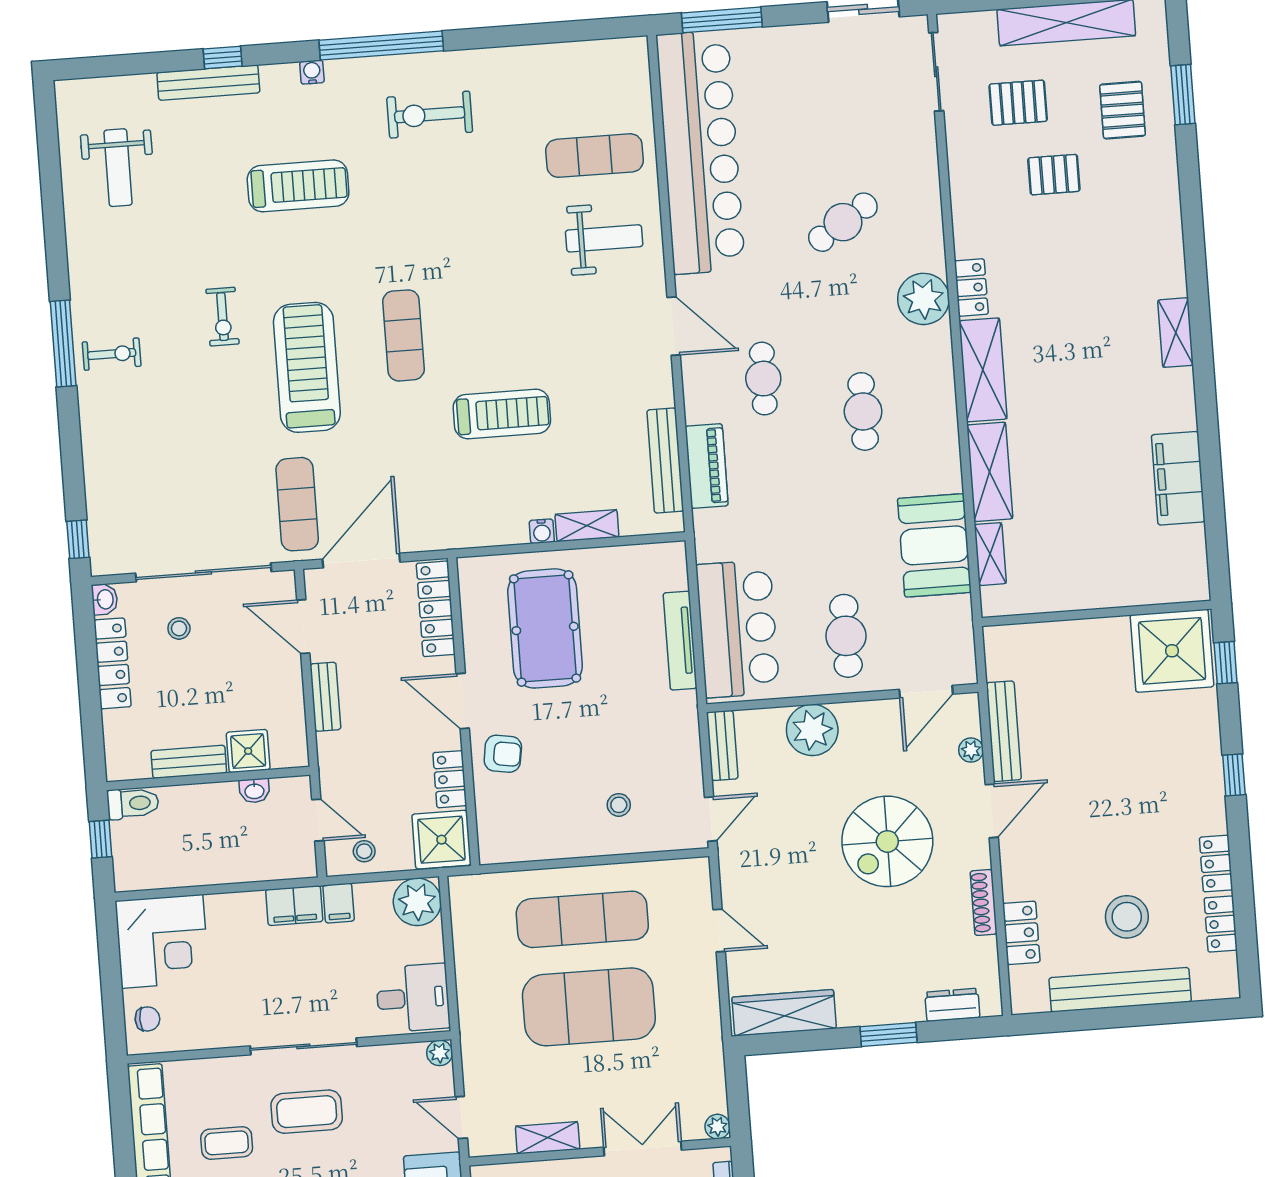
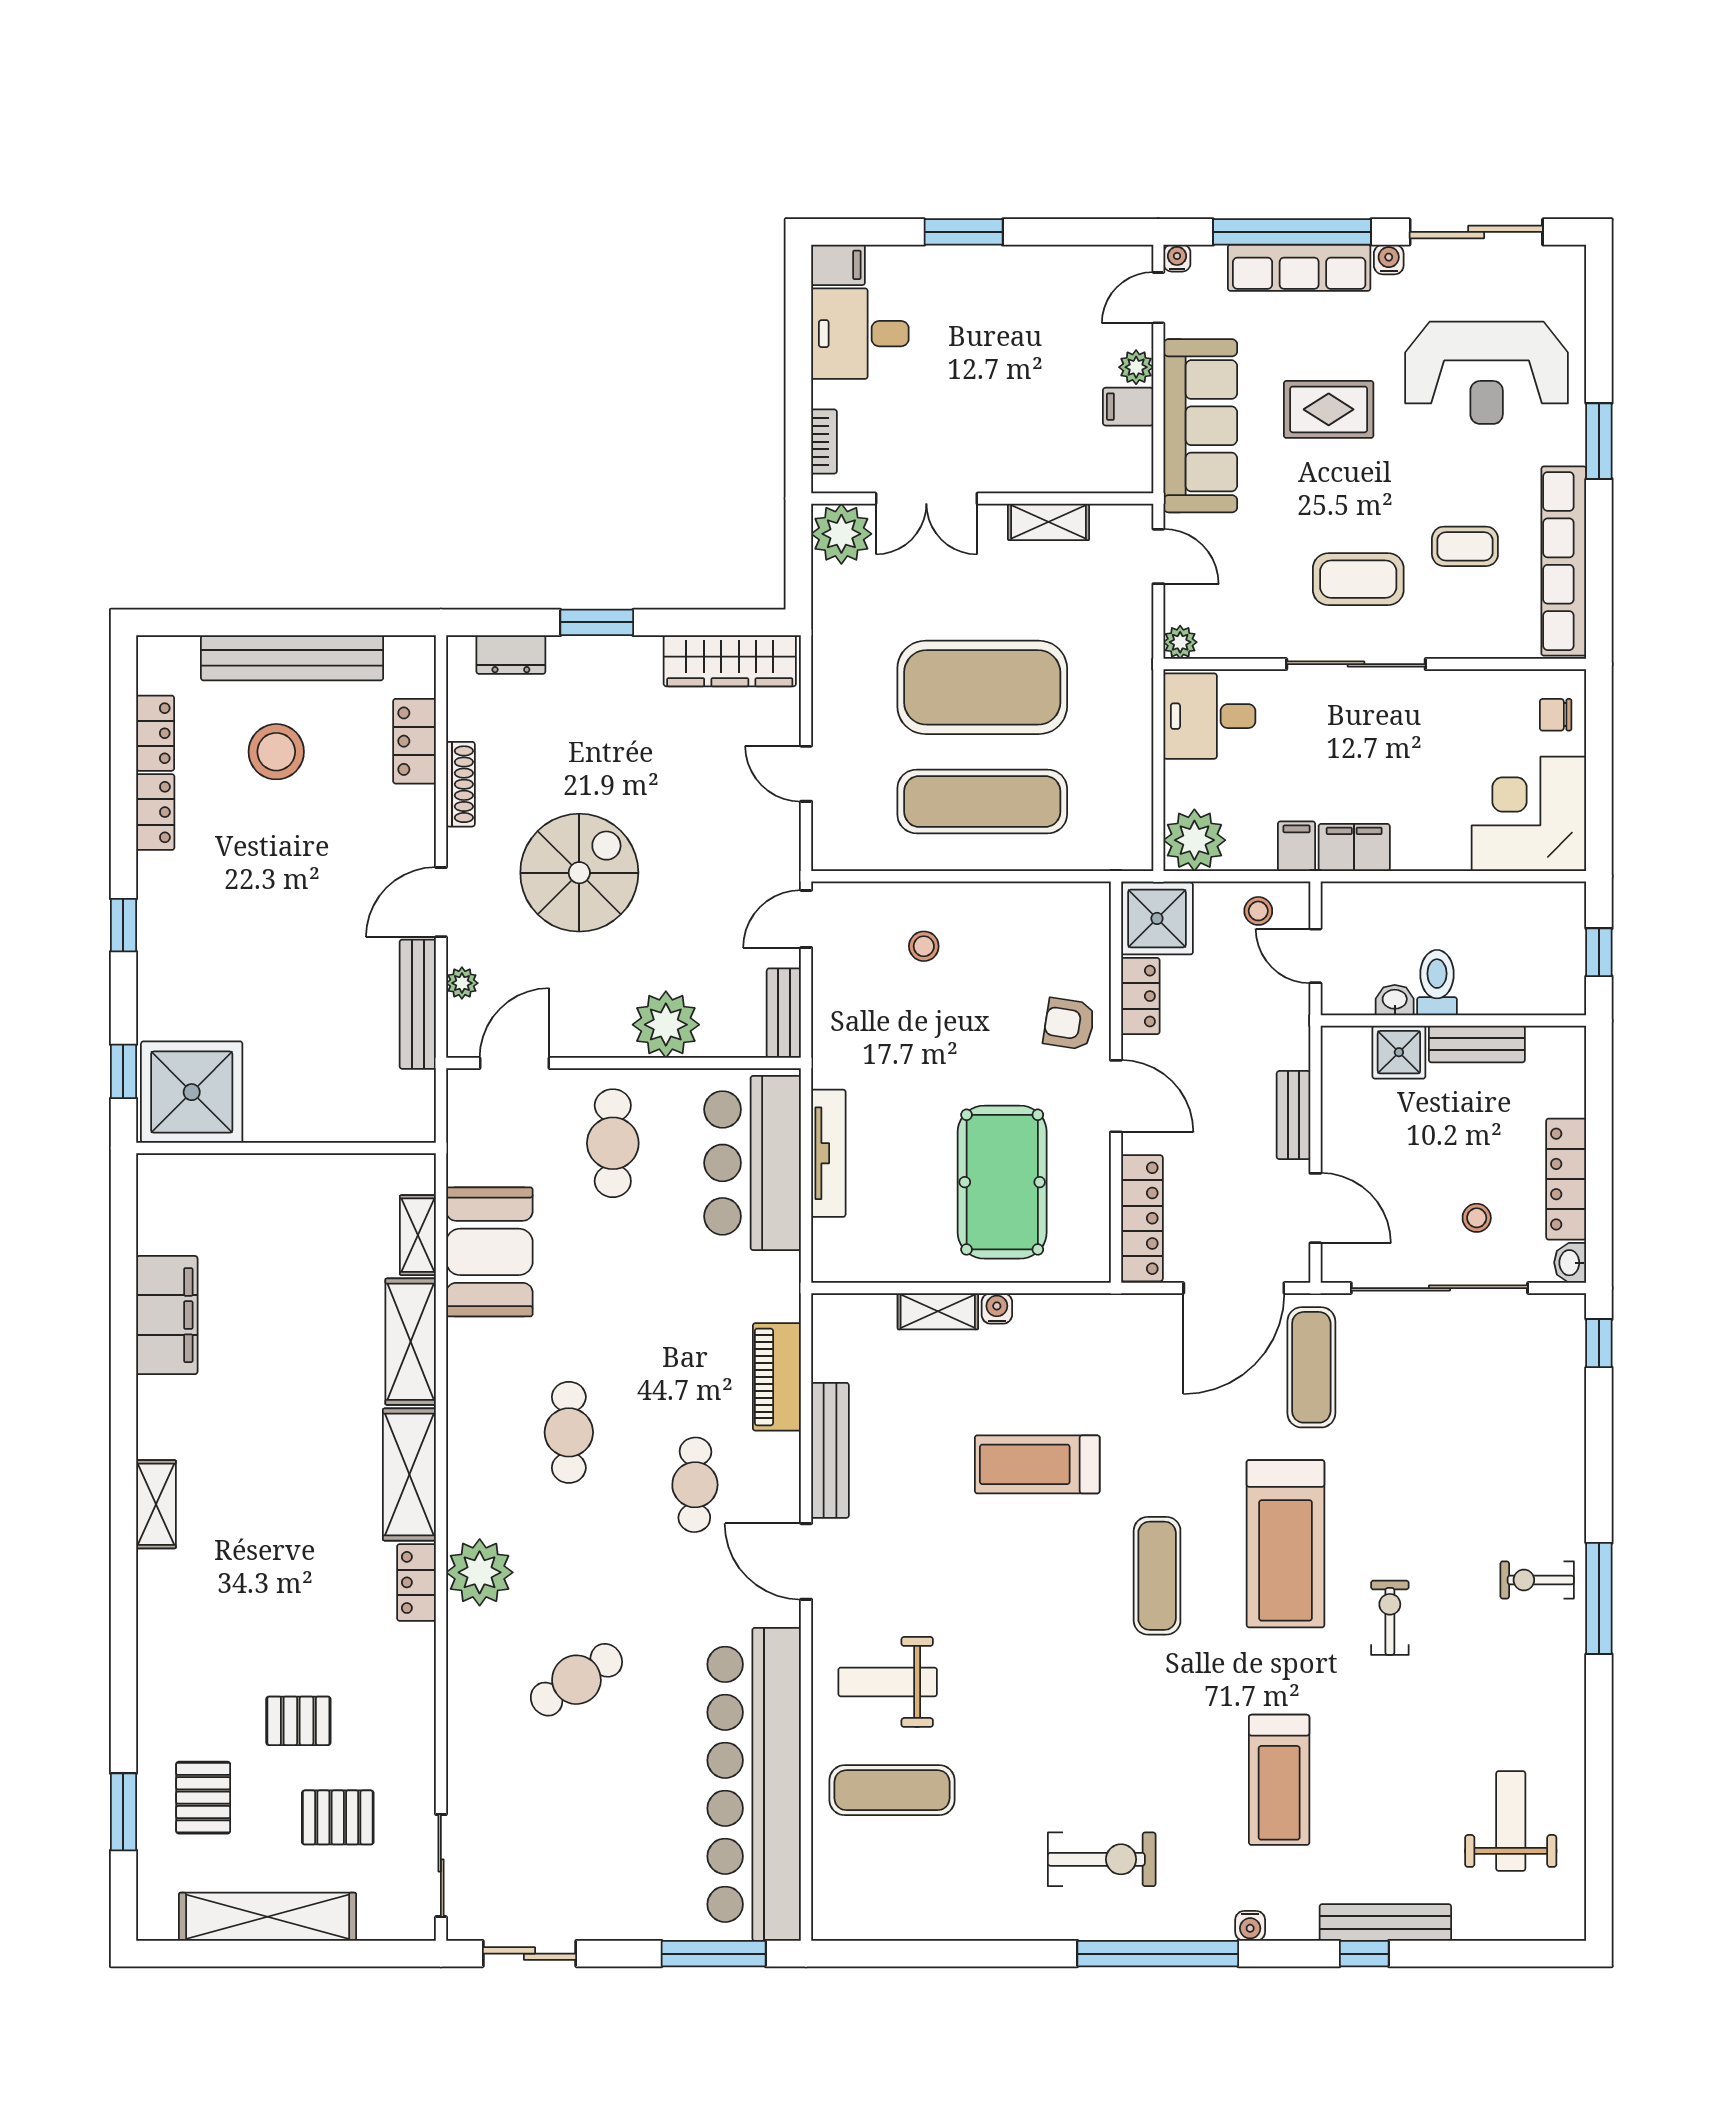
treadmill: (298, 186) -> (1279, 1780), turned -90
bench: (665, 461) -> (830, 1450), moved
toilet: (133, 803) -> (1437, 983), moved, turned 90
plant: (717, 1127) -> (841, 534), width x1.87, depth x1.87

